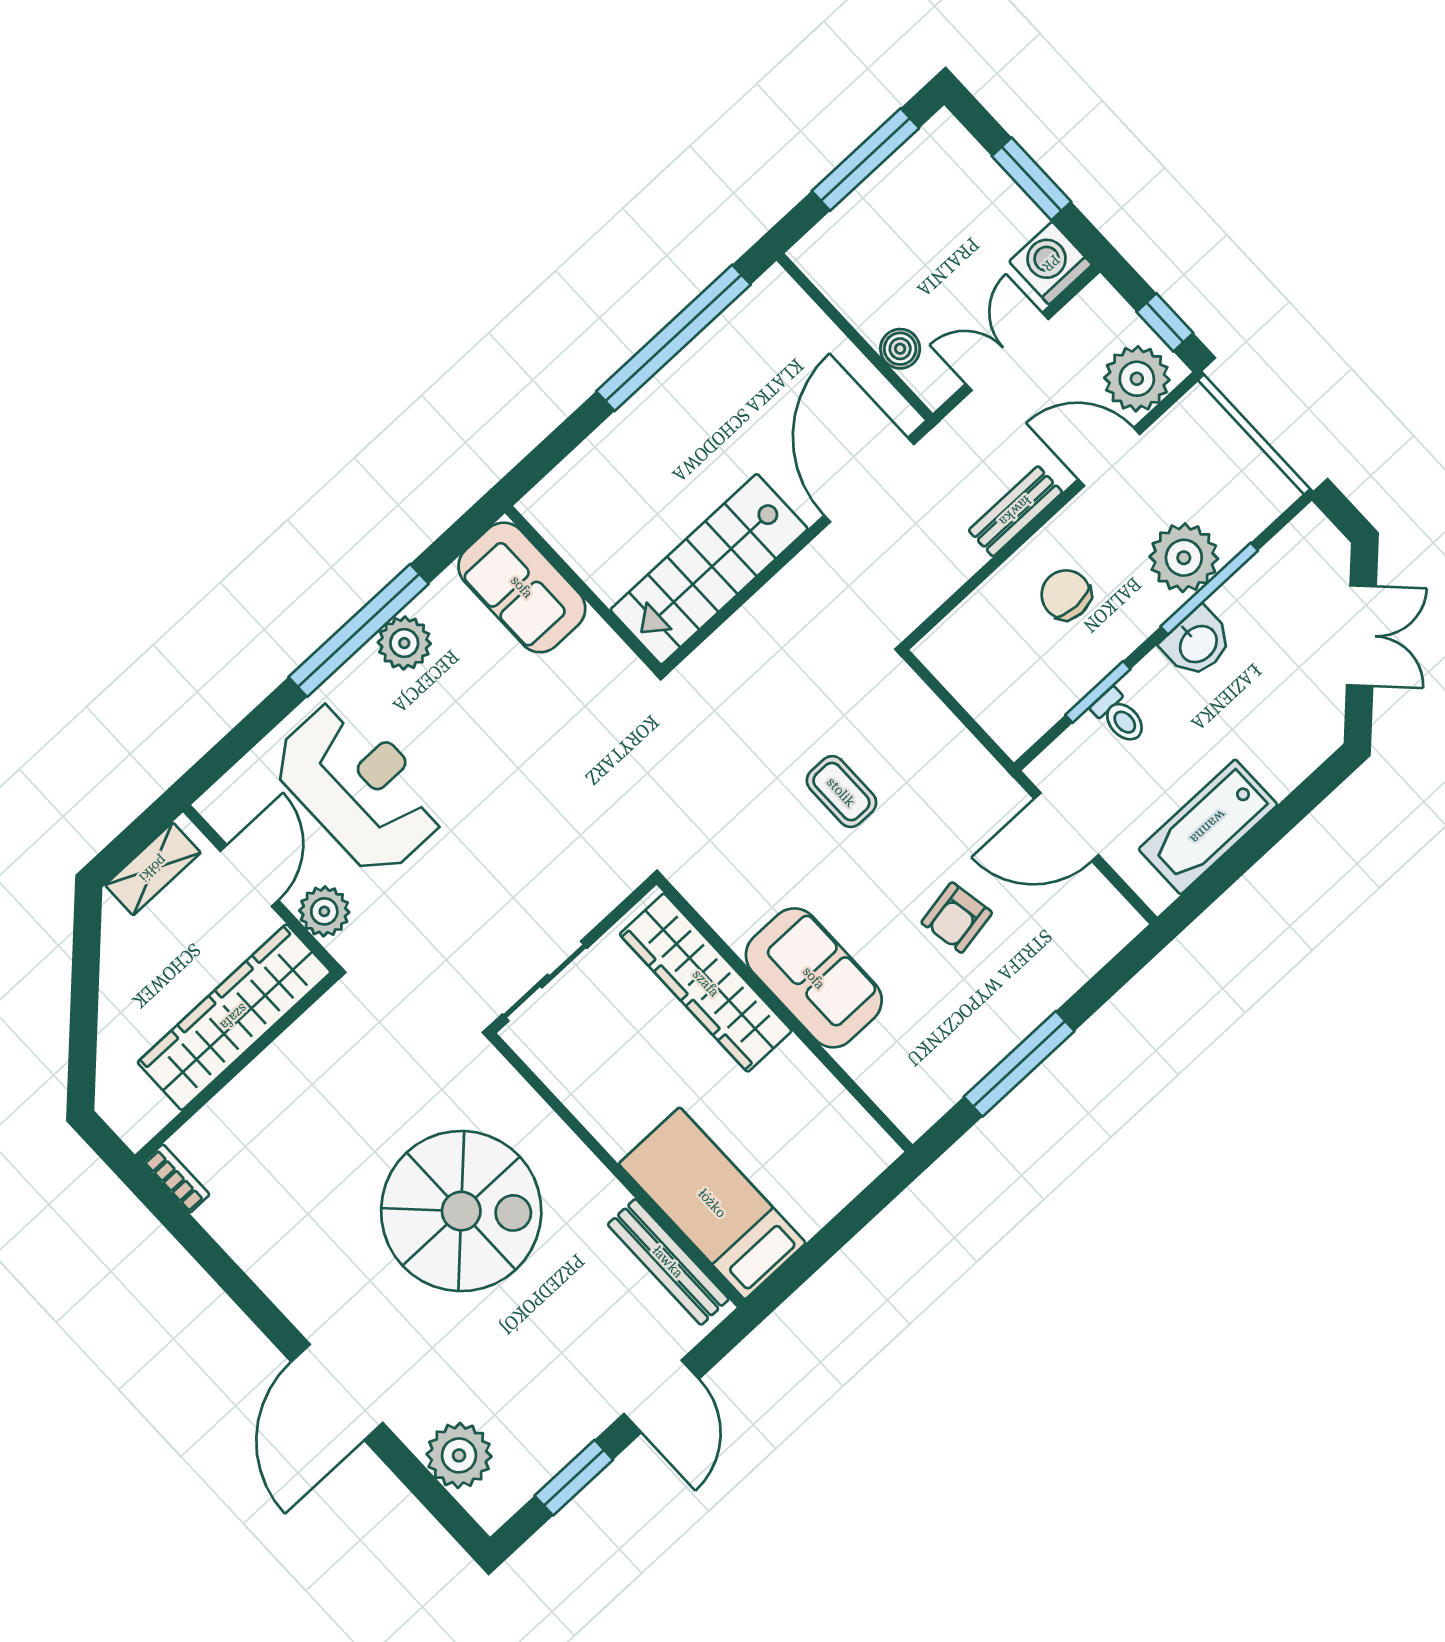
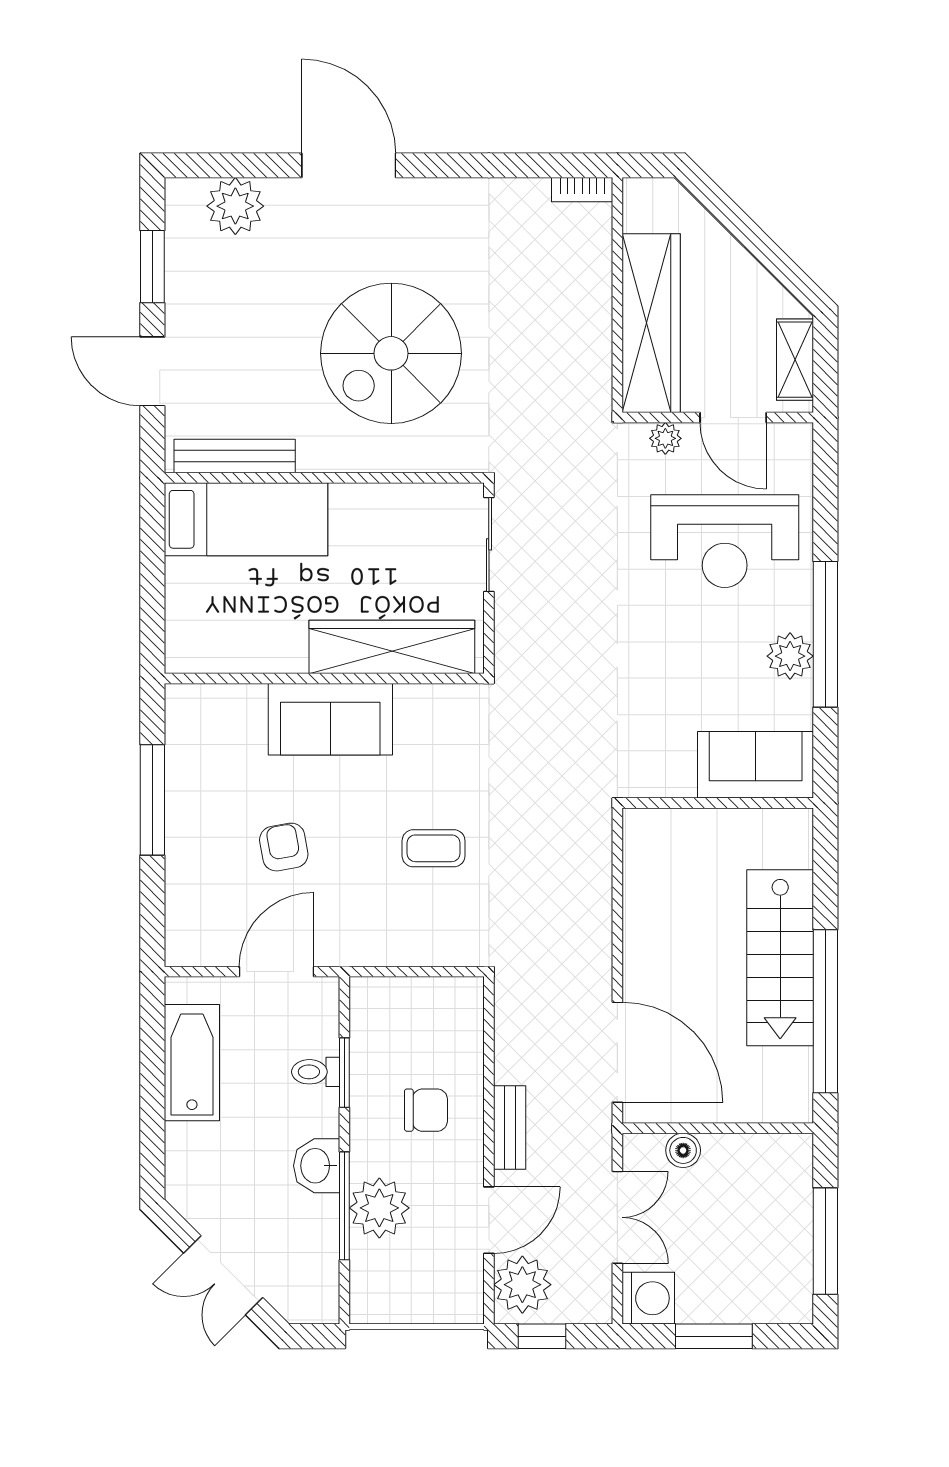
stairs: (709, 569) -> (780, 958), moved, turned 180
plant: (324, 911) -> (665, 438), width x0.73, depth x0.73

